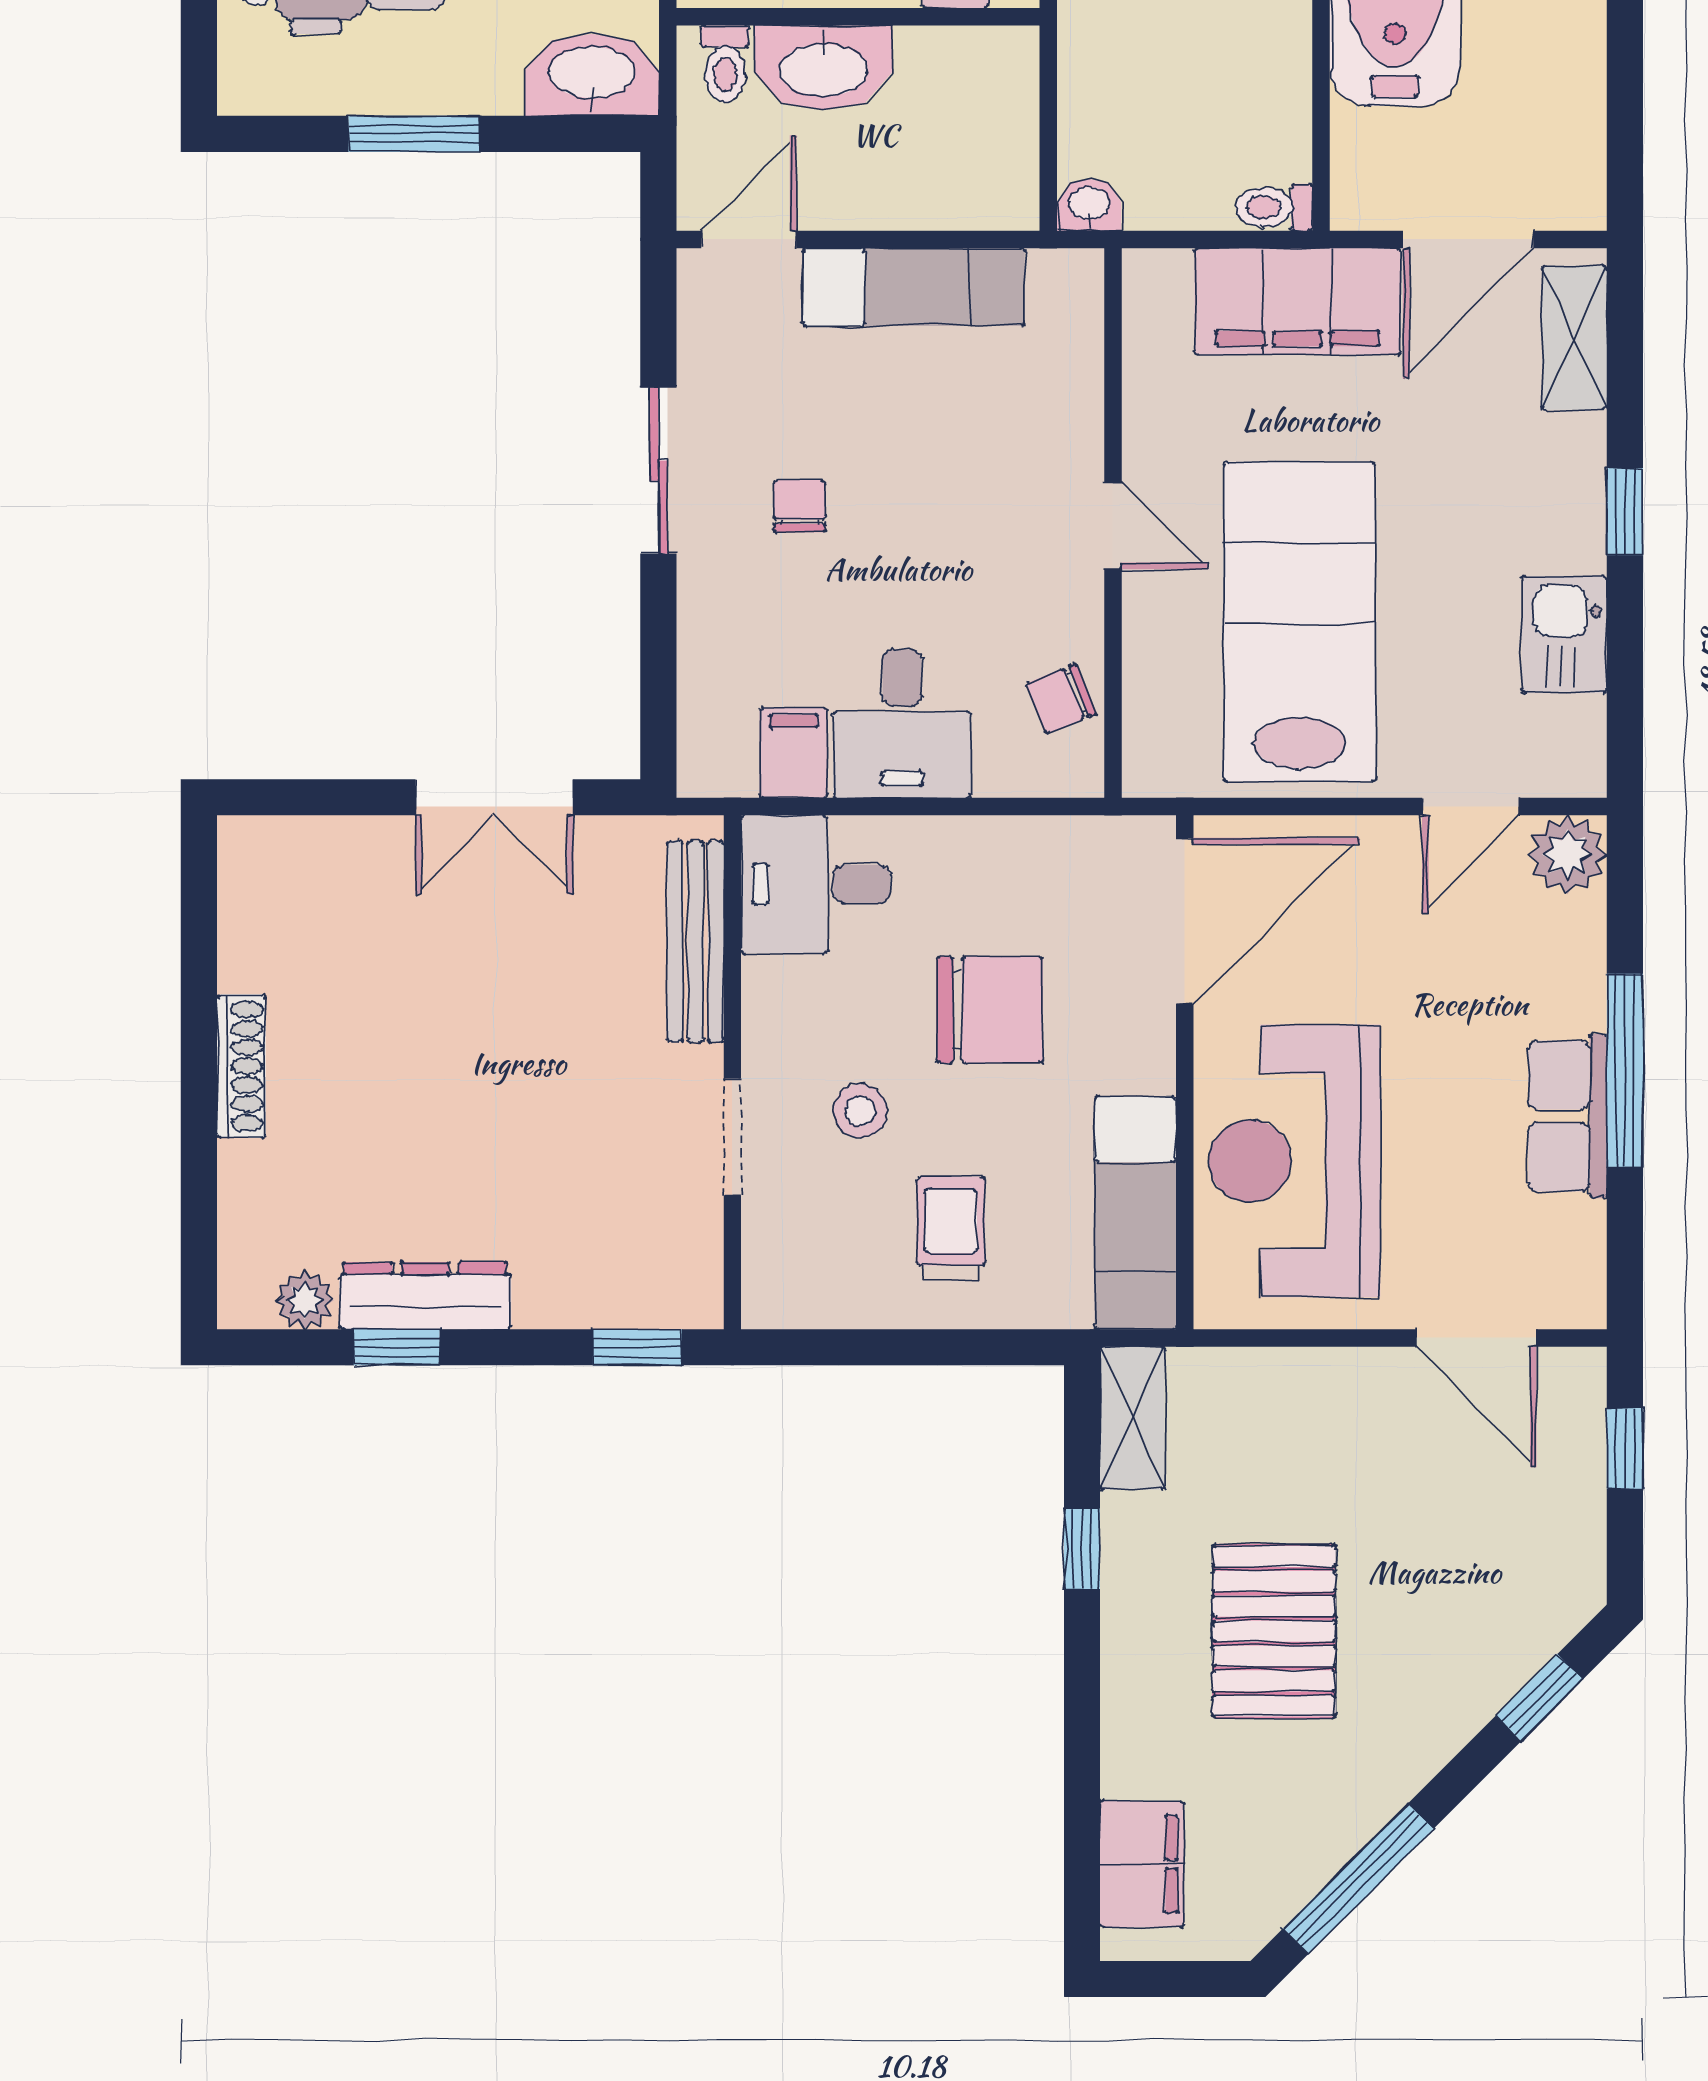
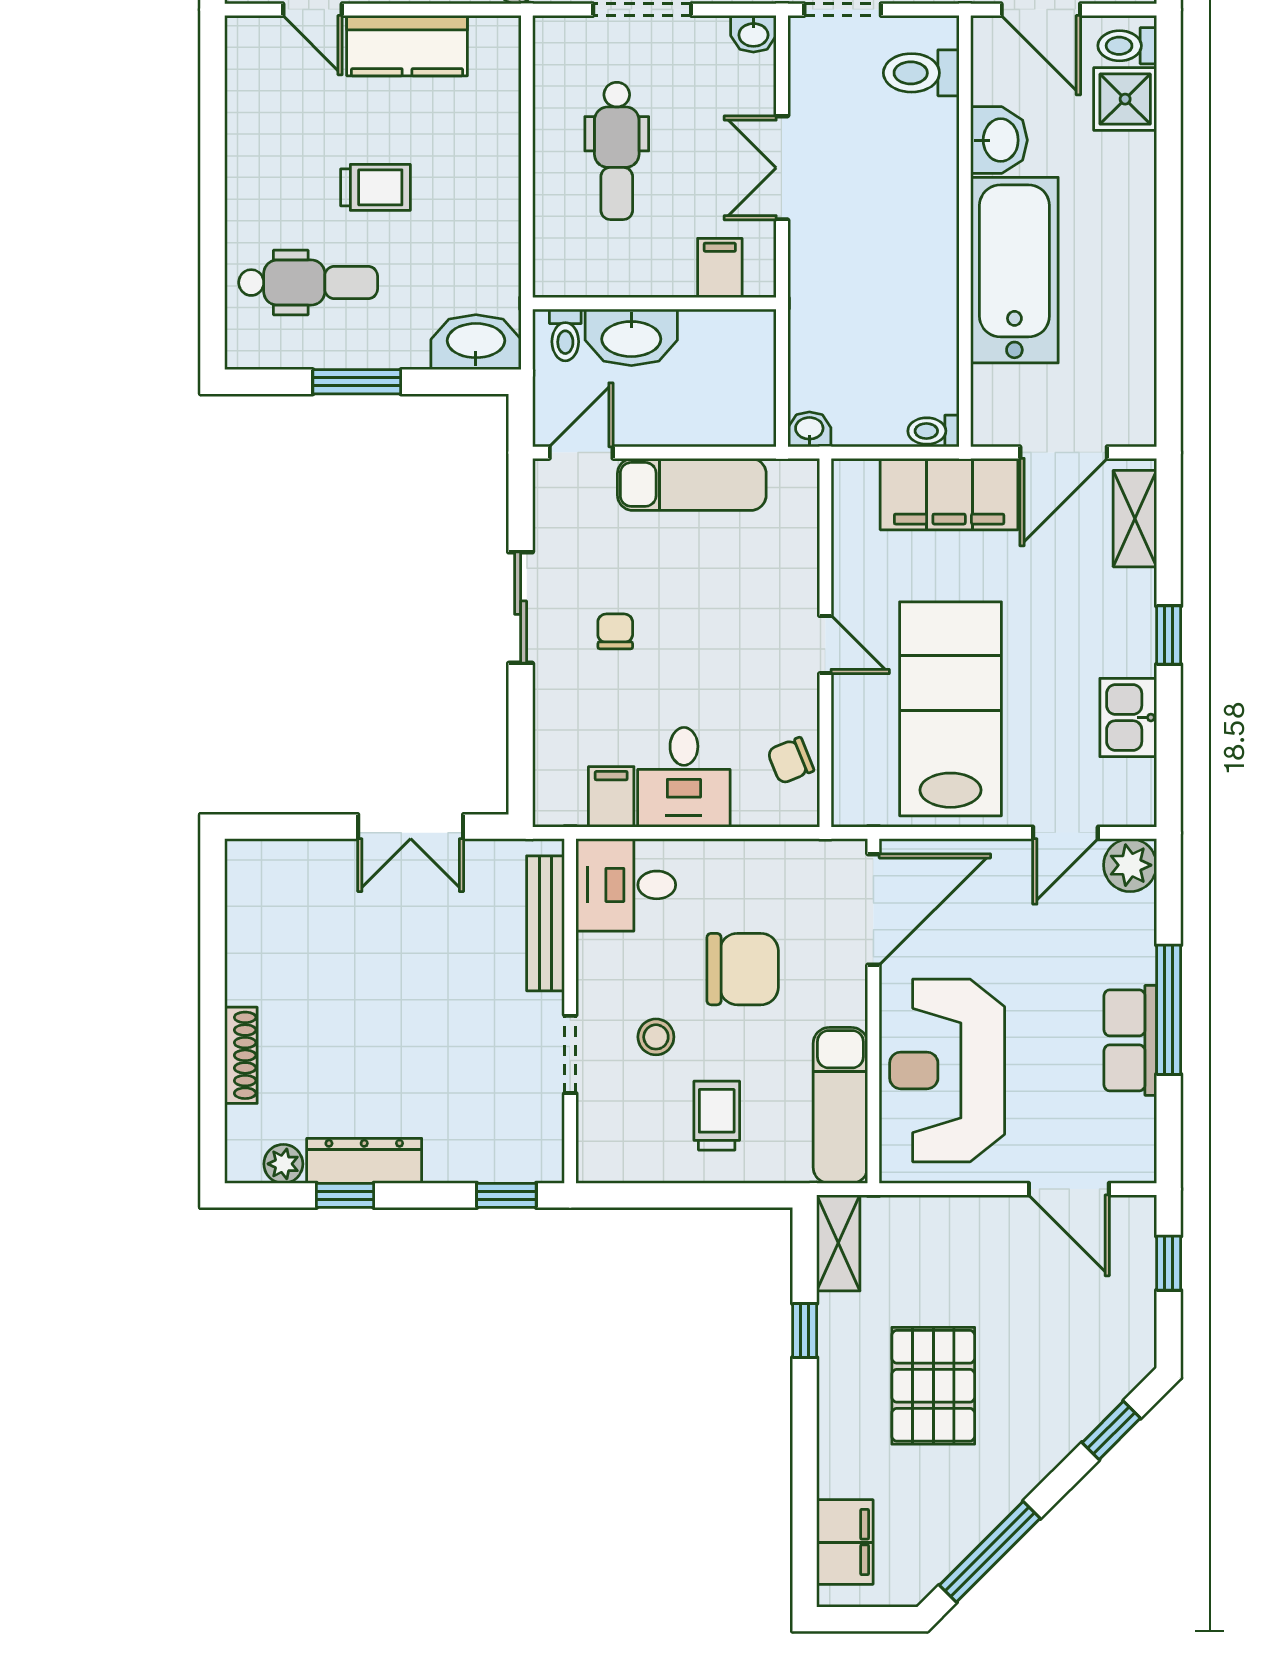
shoe rack: (241, 1066) -> (241, 1055), moved

